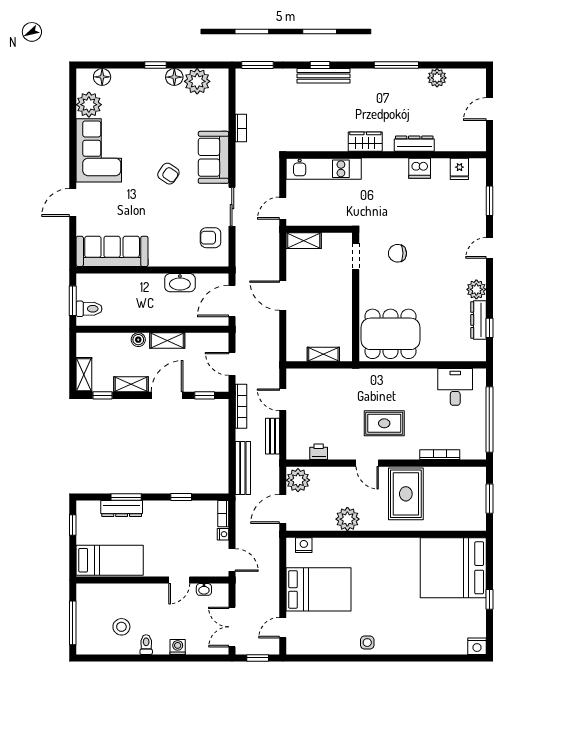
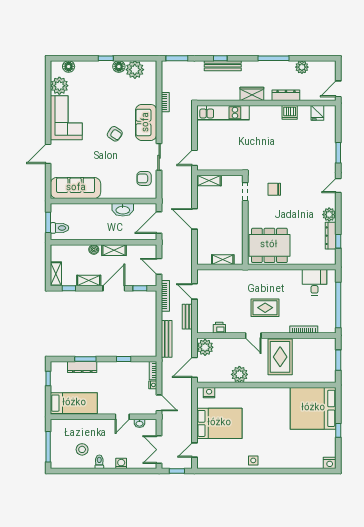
wardrobe: (365, 142) -> (252, 94), moved
dresser: (414, 144) -> (286, 95), moved
wall: (386, 155) -> (266, 103), moved
dishwasher: (420, 168) -> (290, 112), moved
kitchen unit: (324, 169) -> (223, 113), moved
fridge: (459, 169) -> (317, 113), moved

